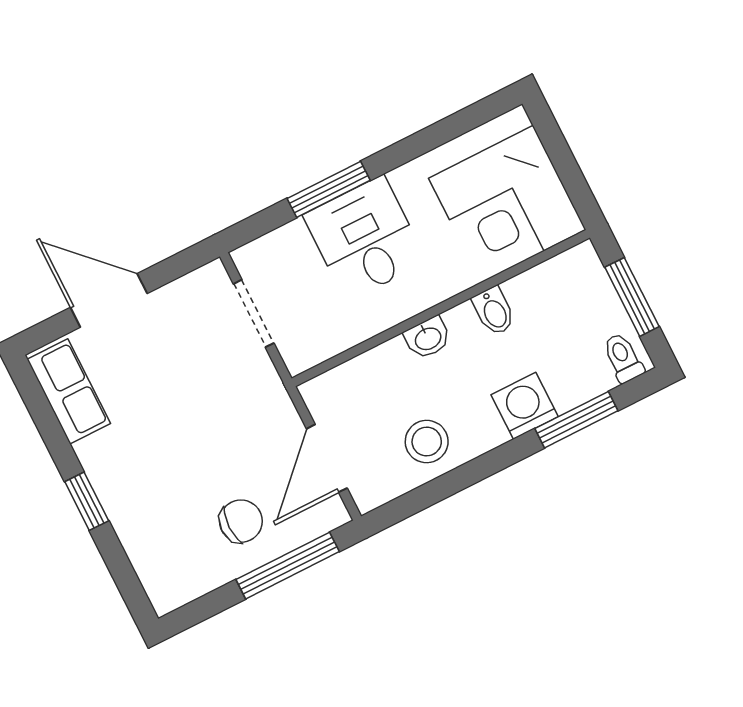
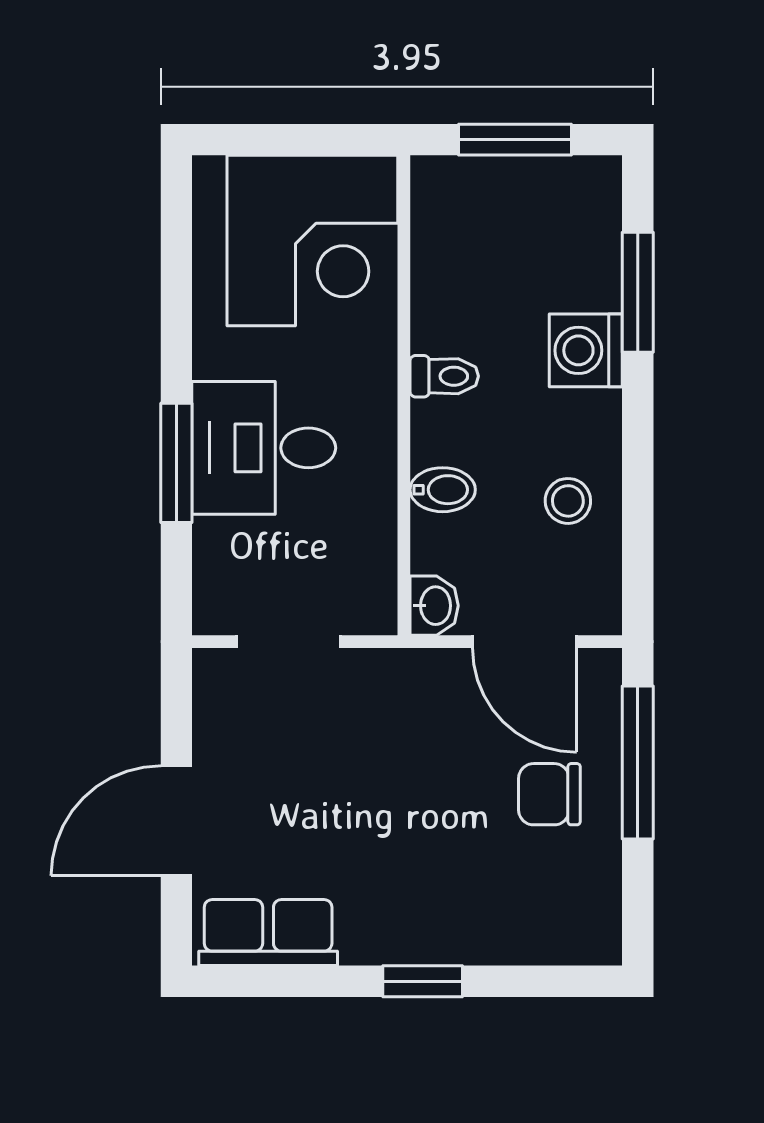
bidet: (494, 311) -> (443, 490), moved
washbasin: (428, 338) -> (434, 606), moved
toilet: (623, 358) -> (444, 376), moved, turned 180
stool: (427, 442) -> (568, 501), width x0.73, depth x0.73
chair: (241, 521) -> (549, 794), turned -90

